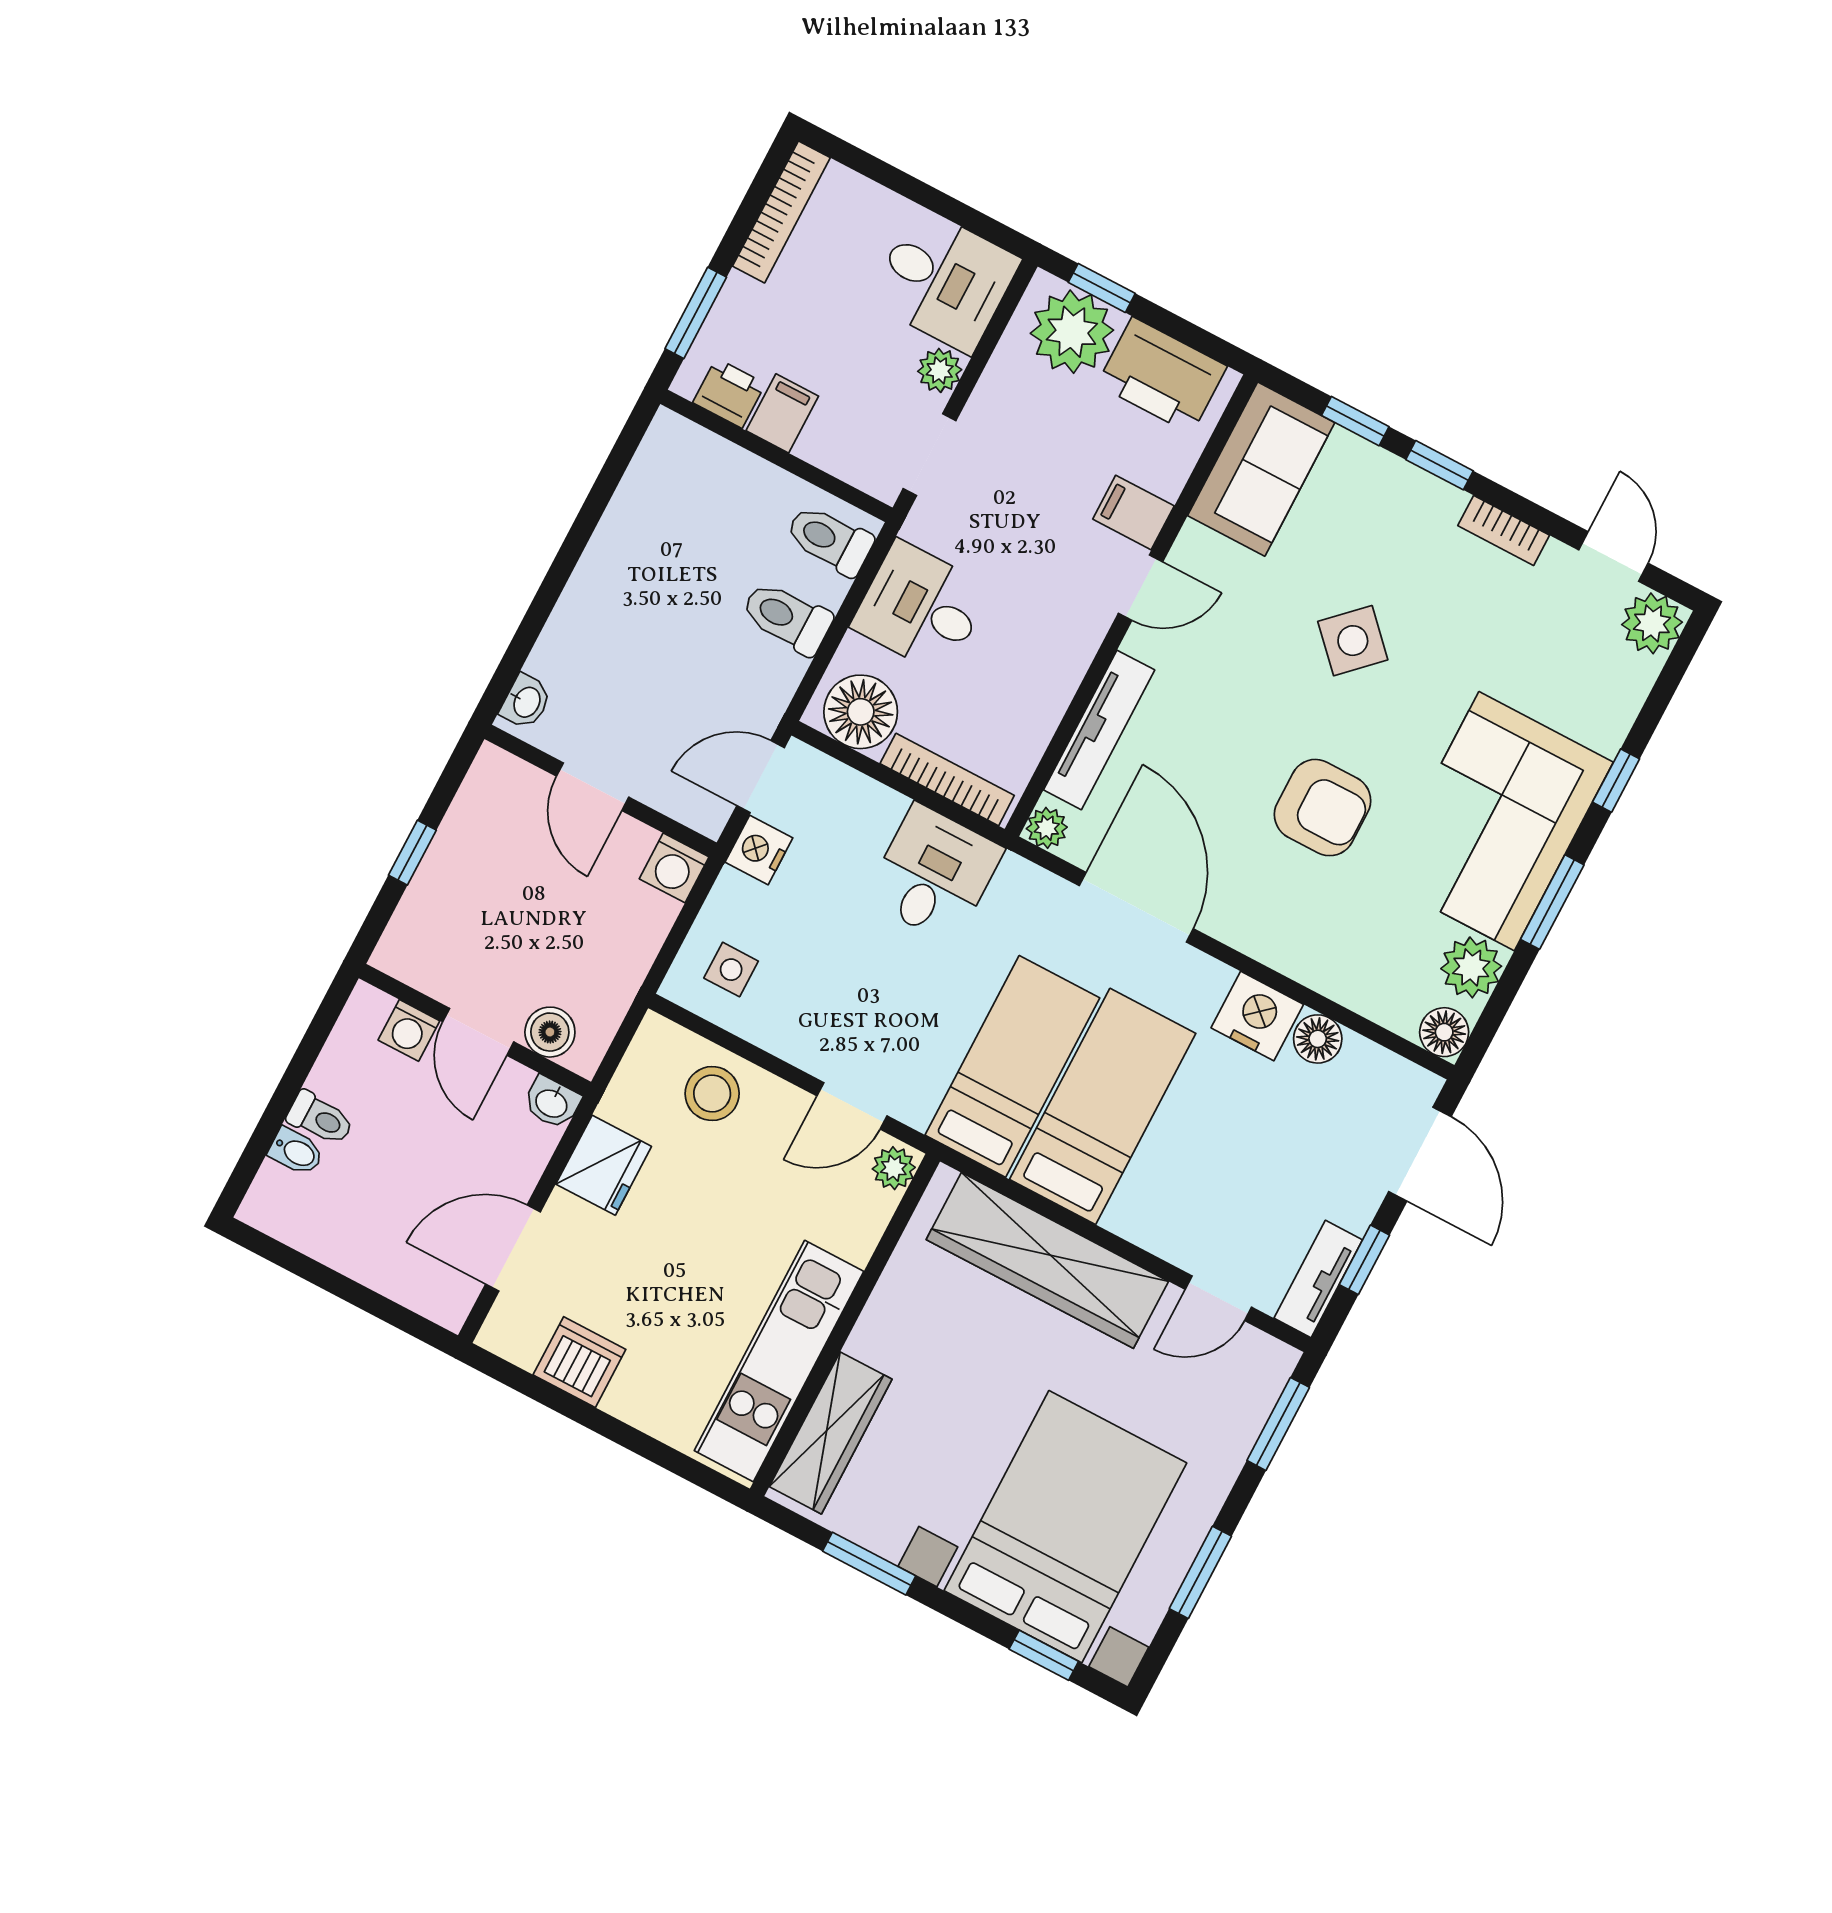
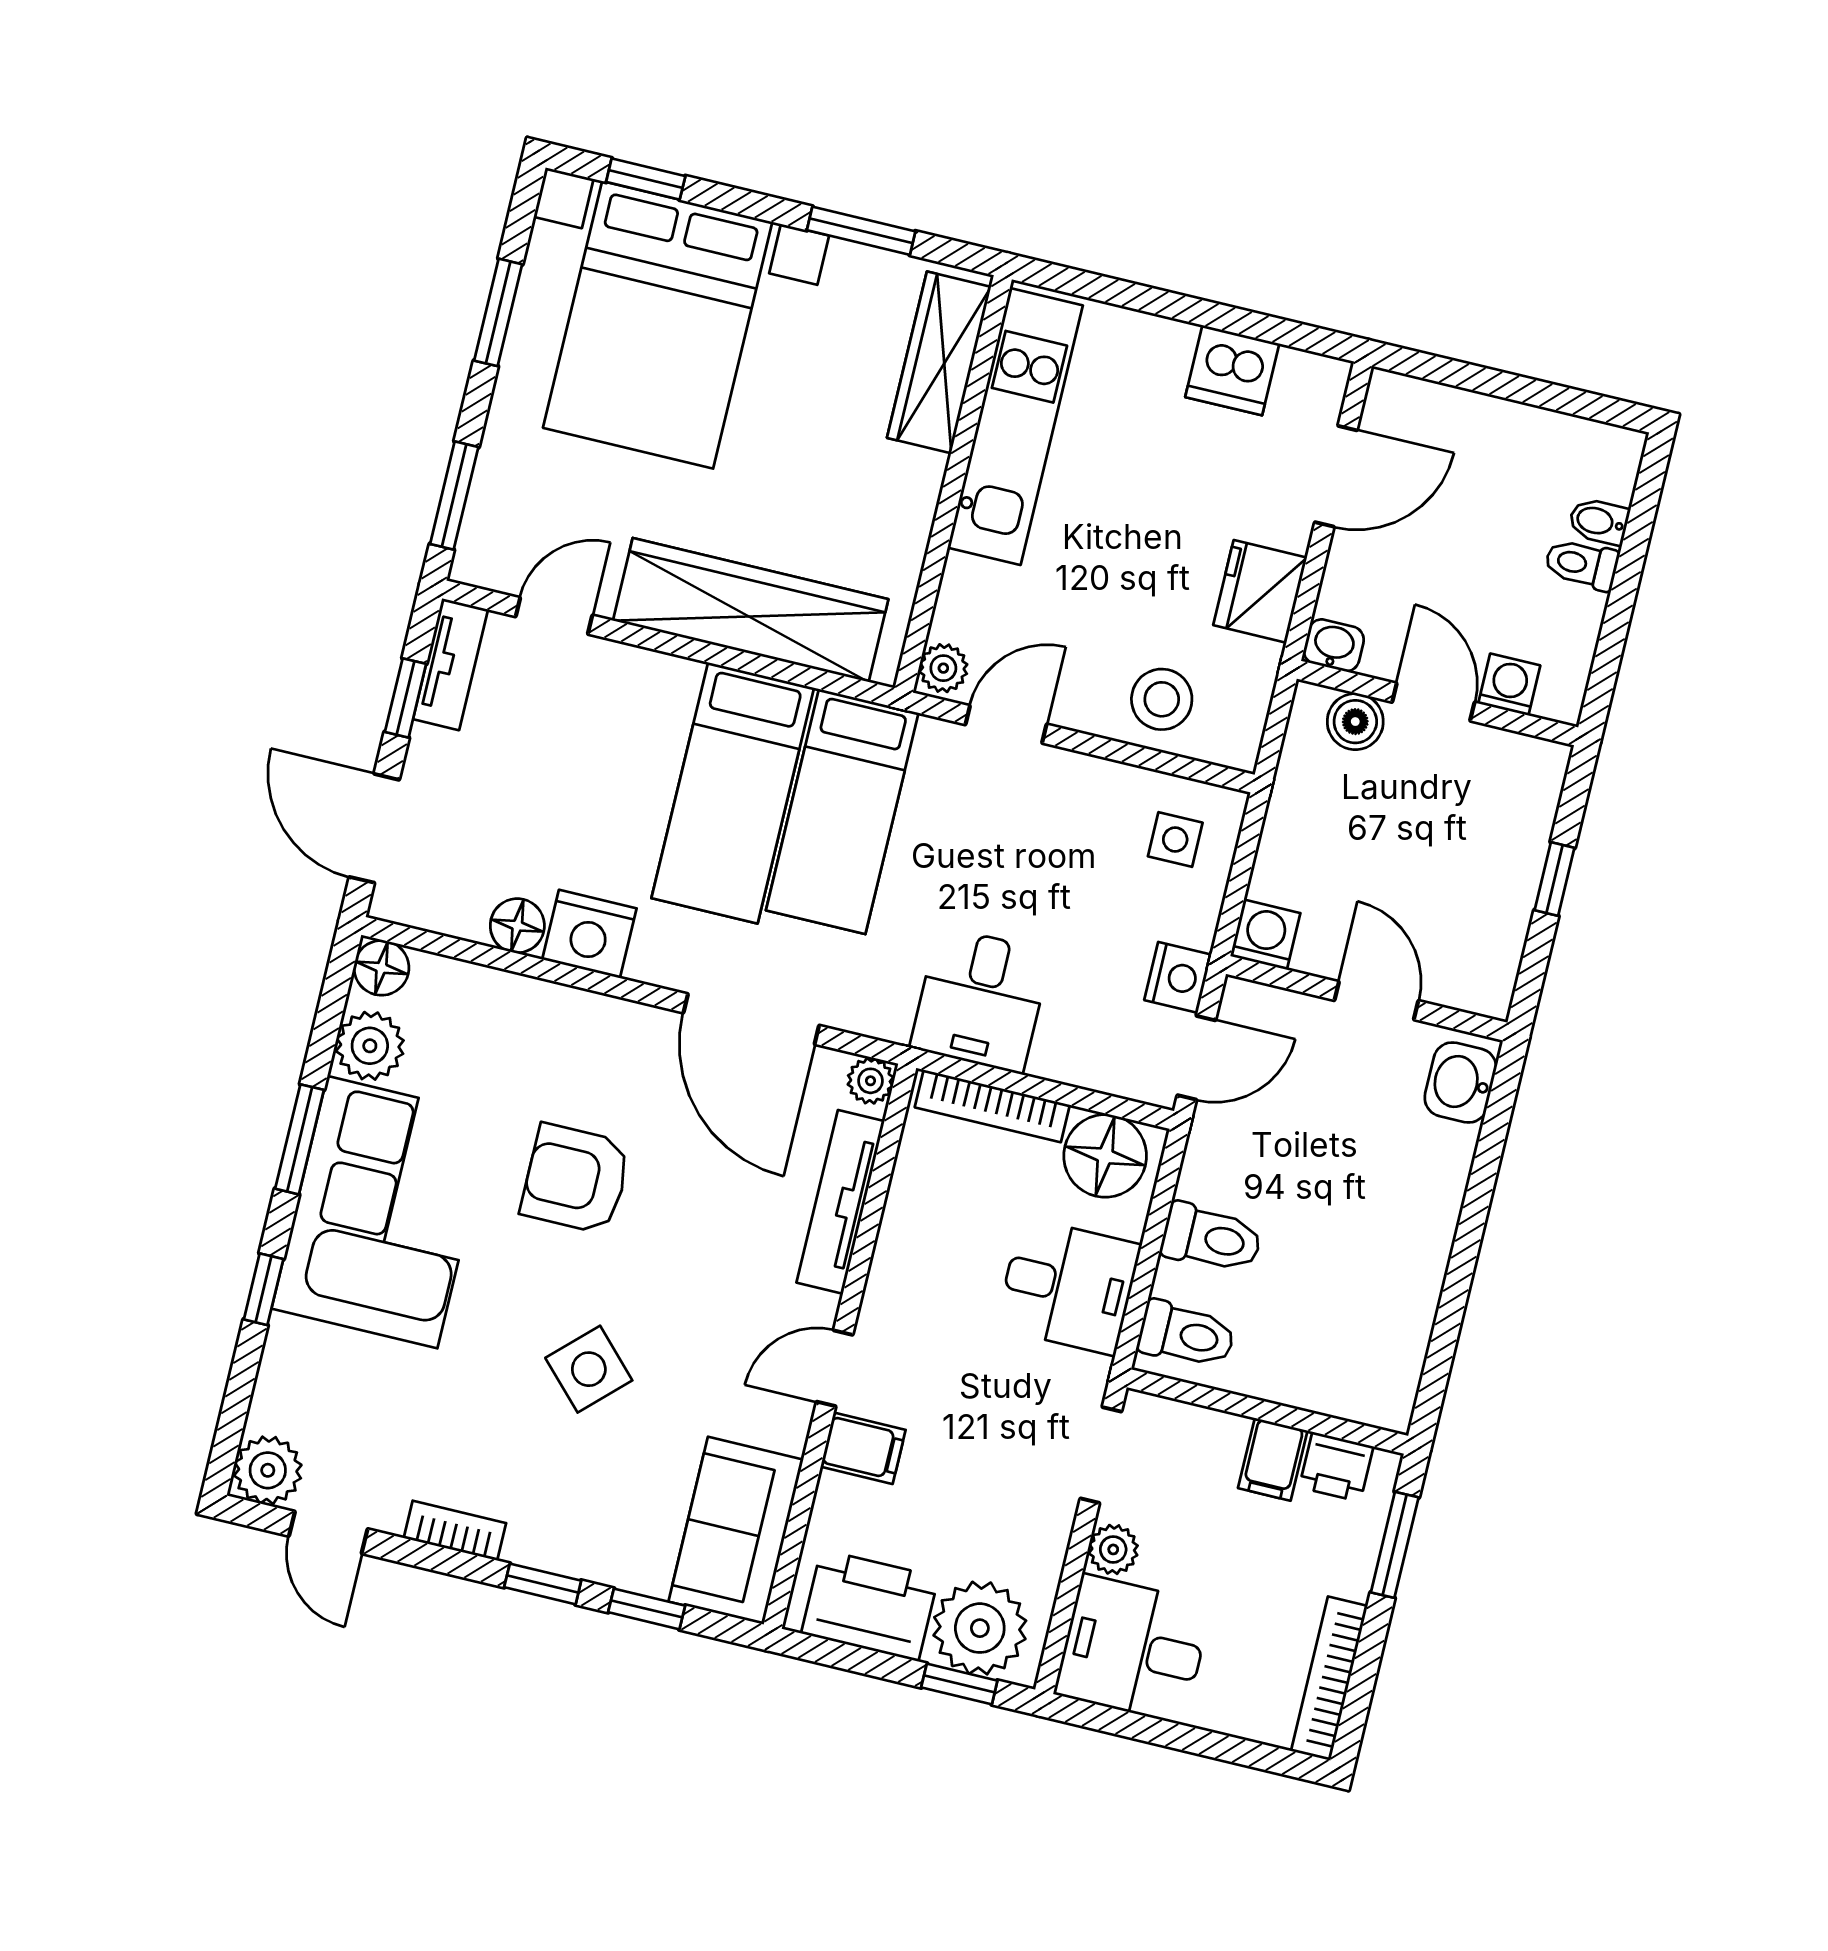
washbasin: (526, 702) -> (1460, 1083), width x1.38, depth x1.45

